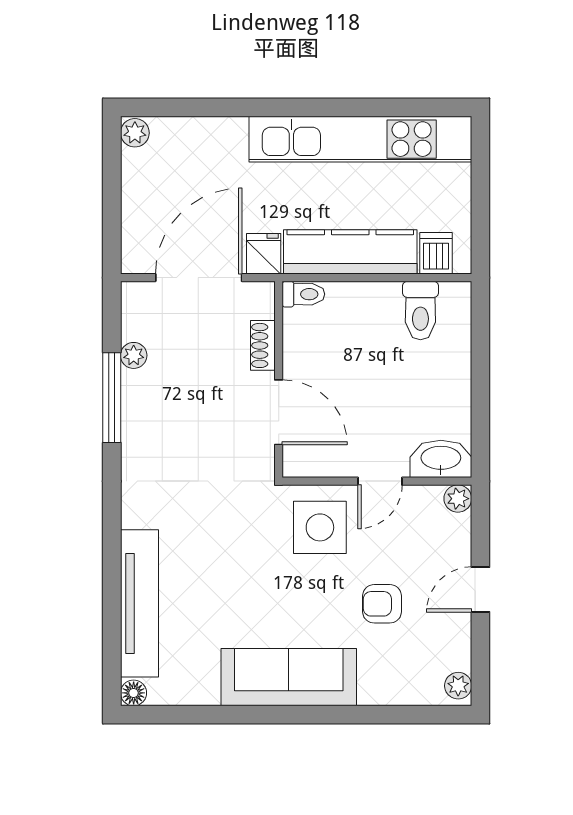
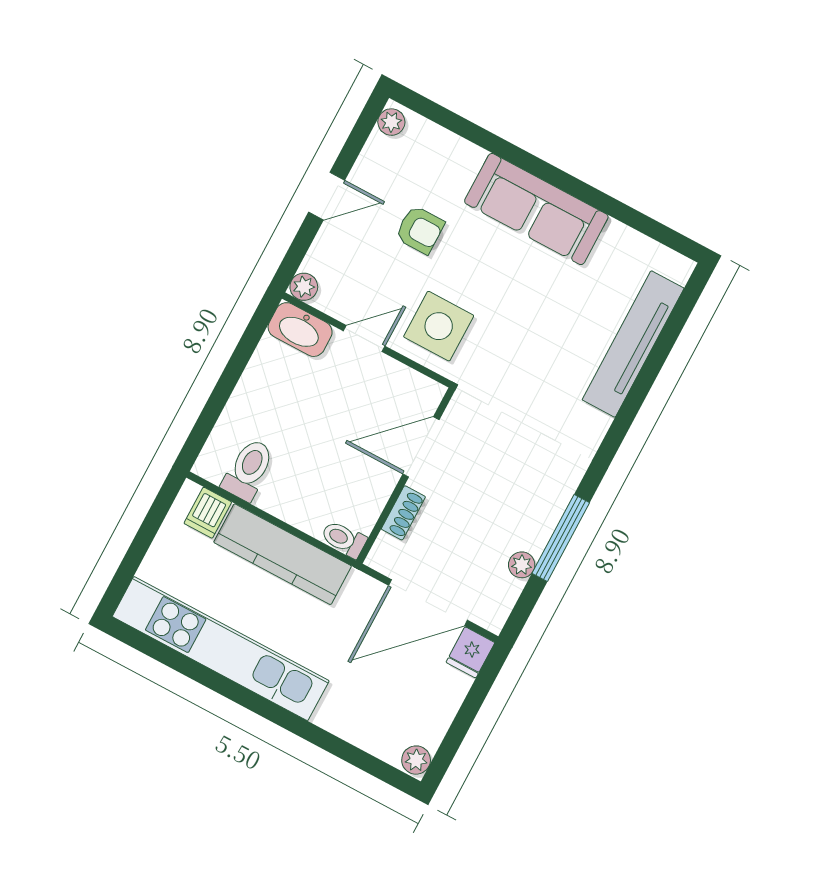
fridge: (264, 254) -> (470, 652), moved
door: (279, 412) -> (421, 447), hinge flipped
floor lamp: (134, 693) -> (680, 268), removed

